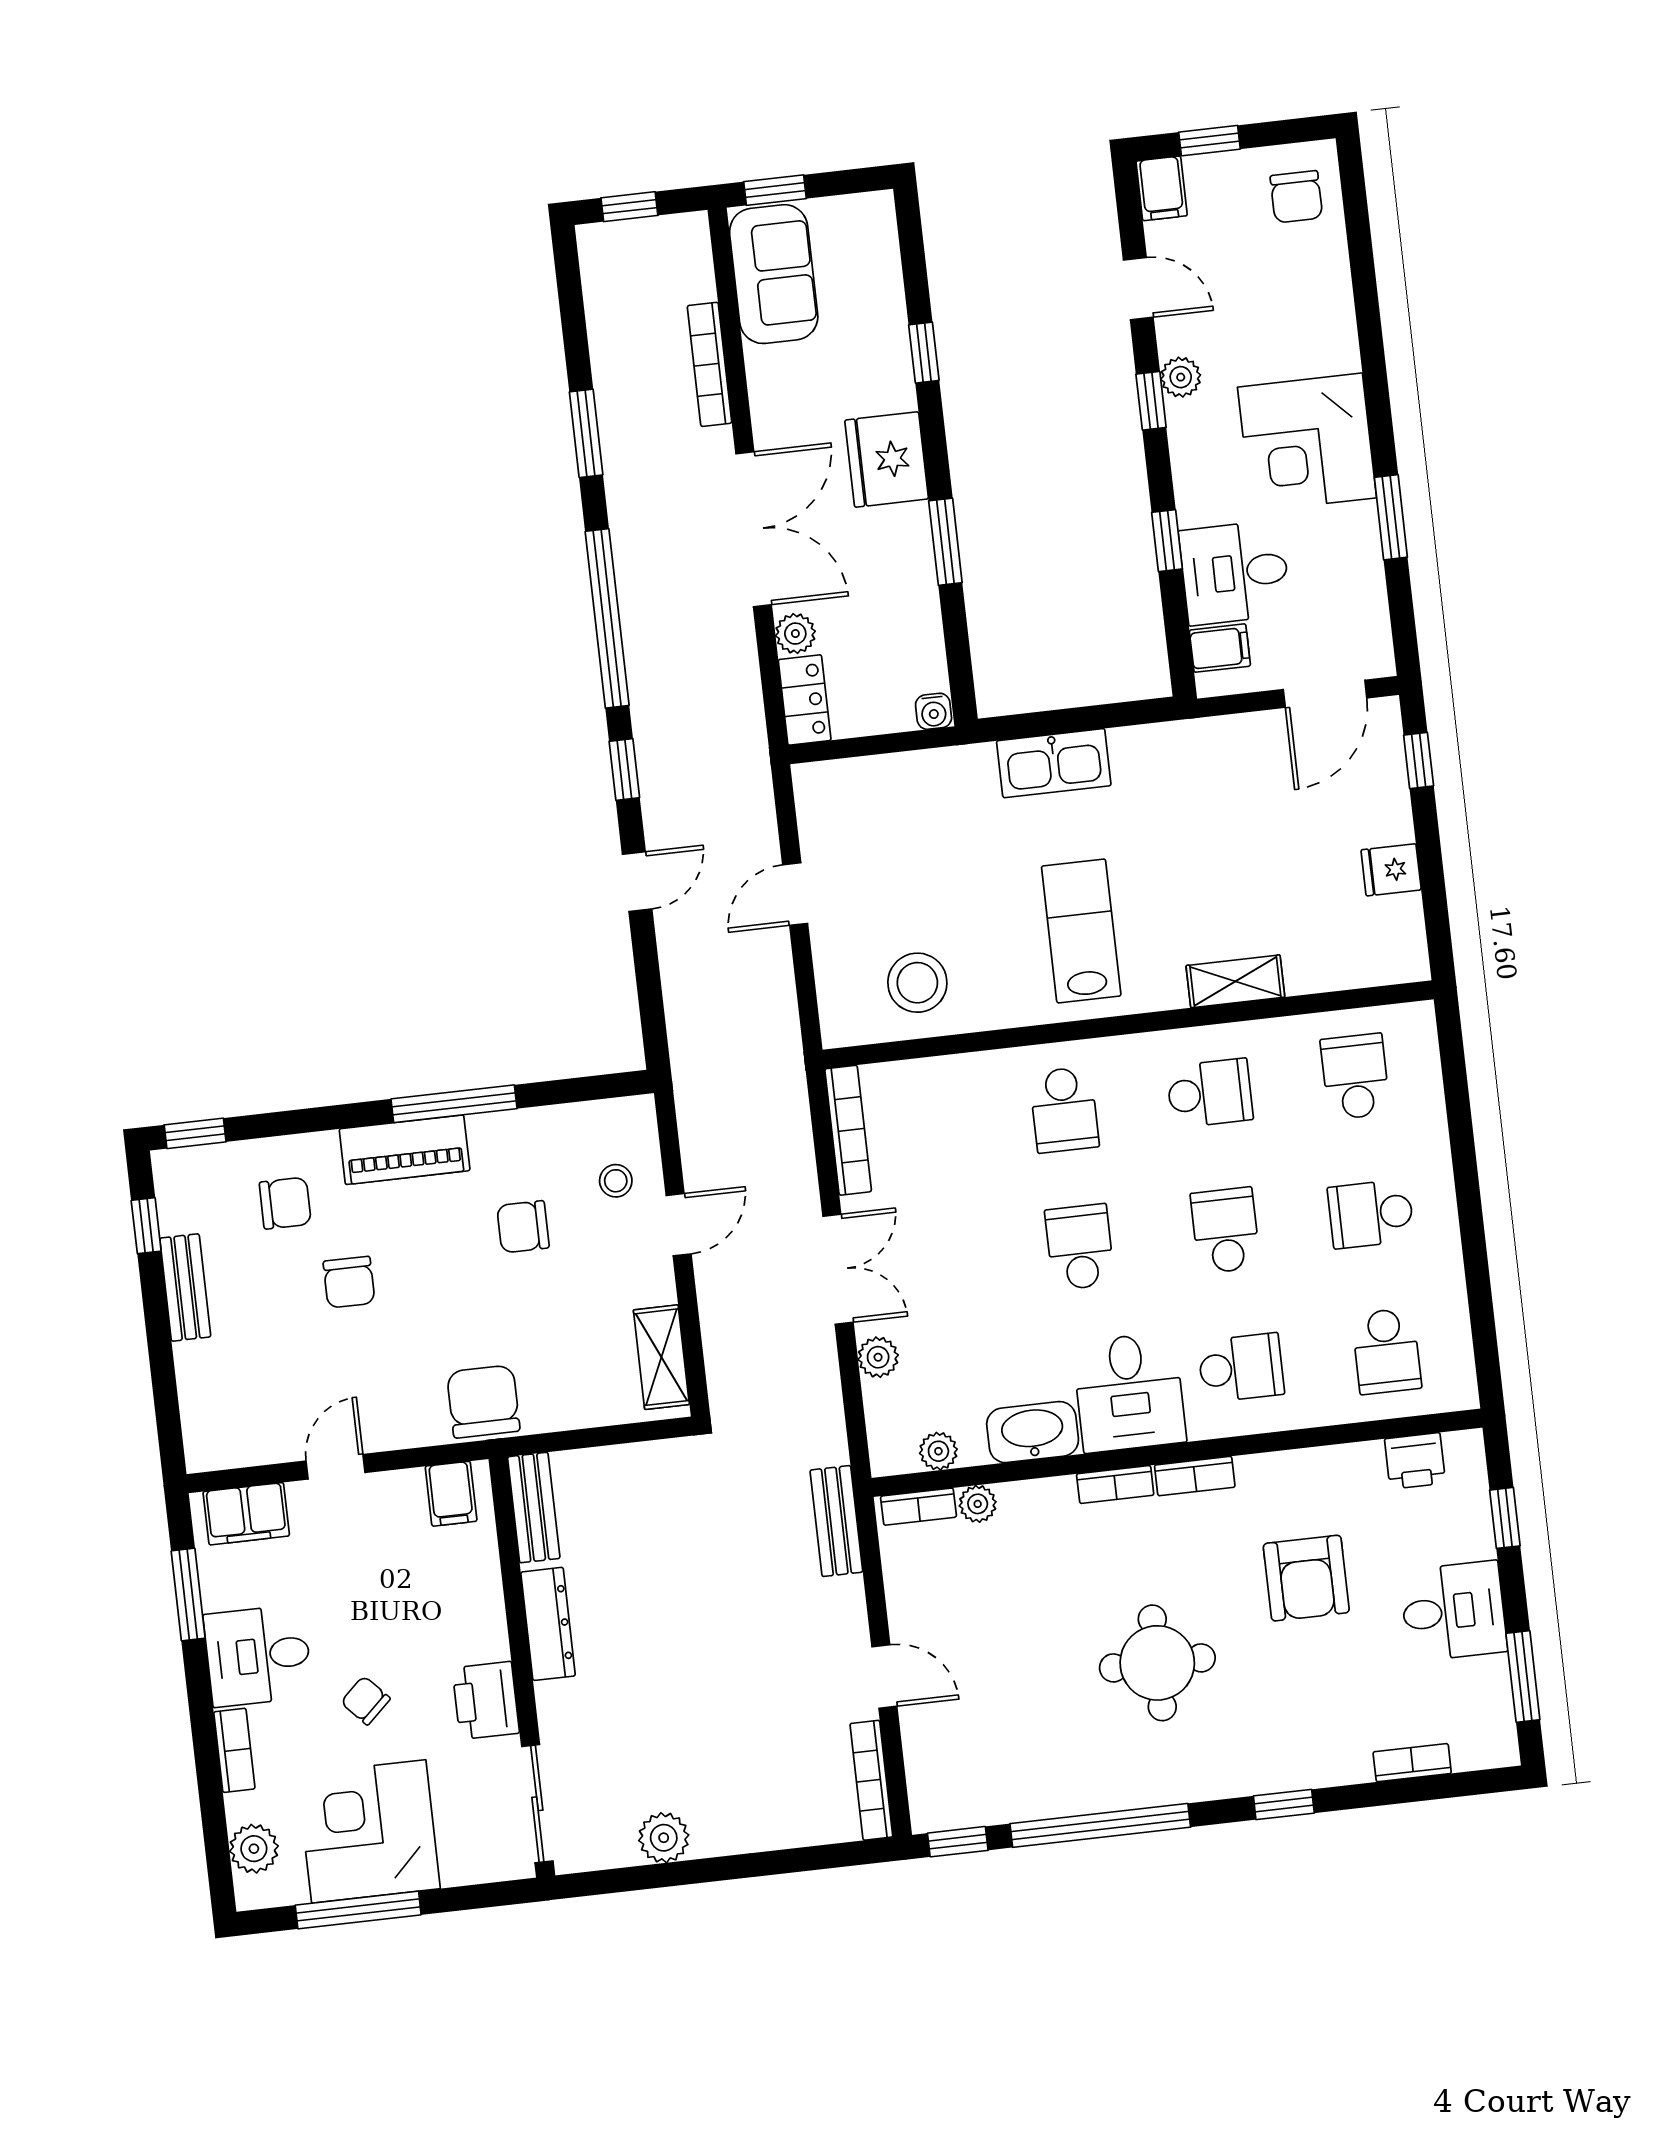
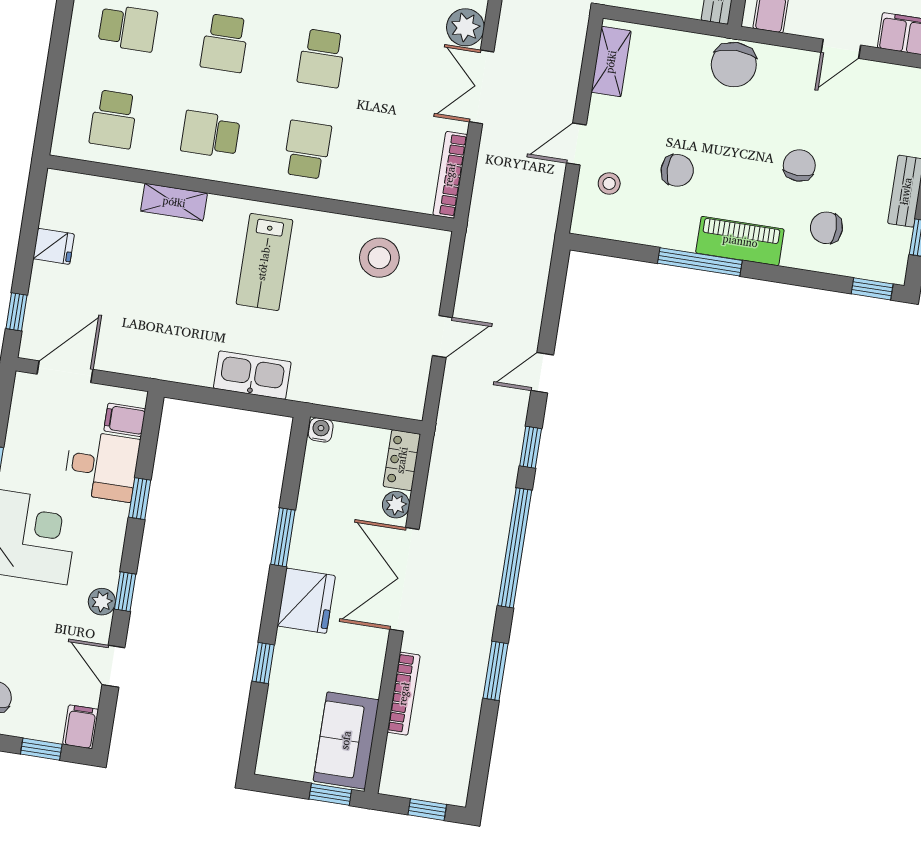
plant: (878, 1357) -> (465, 27), width x1.38, depth x1.38

